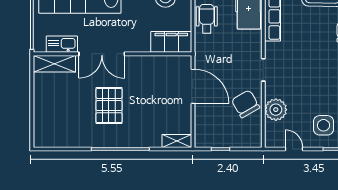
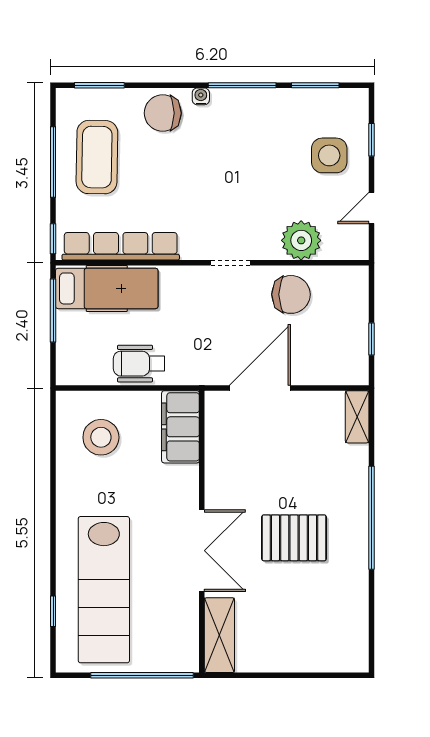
kitchen sink: (62, 44) -> (185, 622), removed
chair: (246, 104) -> (291, 294), turned -150

